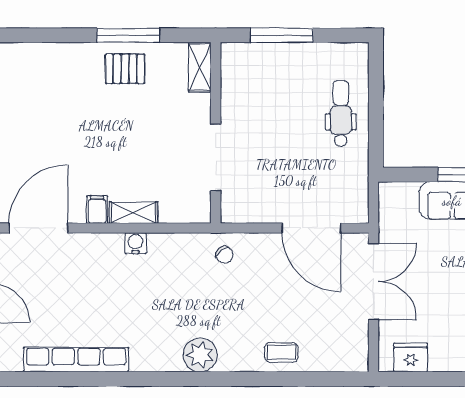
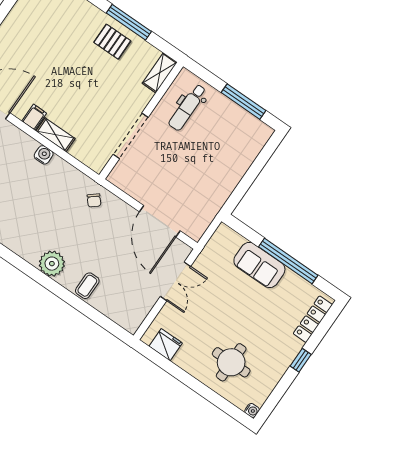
window: (282, 35) -> (244, 102), moved
dental chair: (341, 114) -> (187, 107), moved, turned 180
double door: (374, 281) -> (175, 281), width x0.73
coffee table: (281, 352) -> (87, 286), turned 90
plant: (200, 355) -> (52, 264), moved

